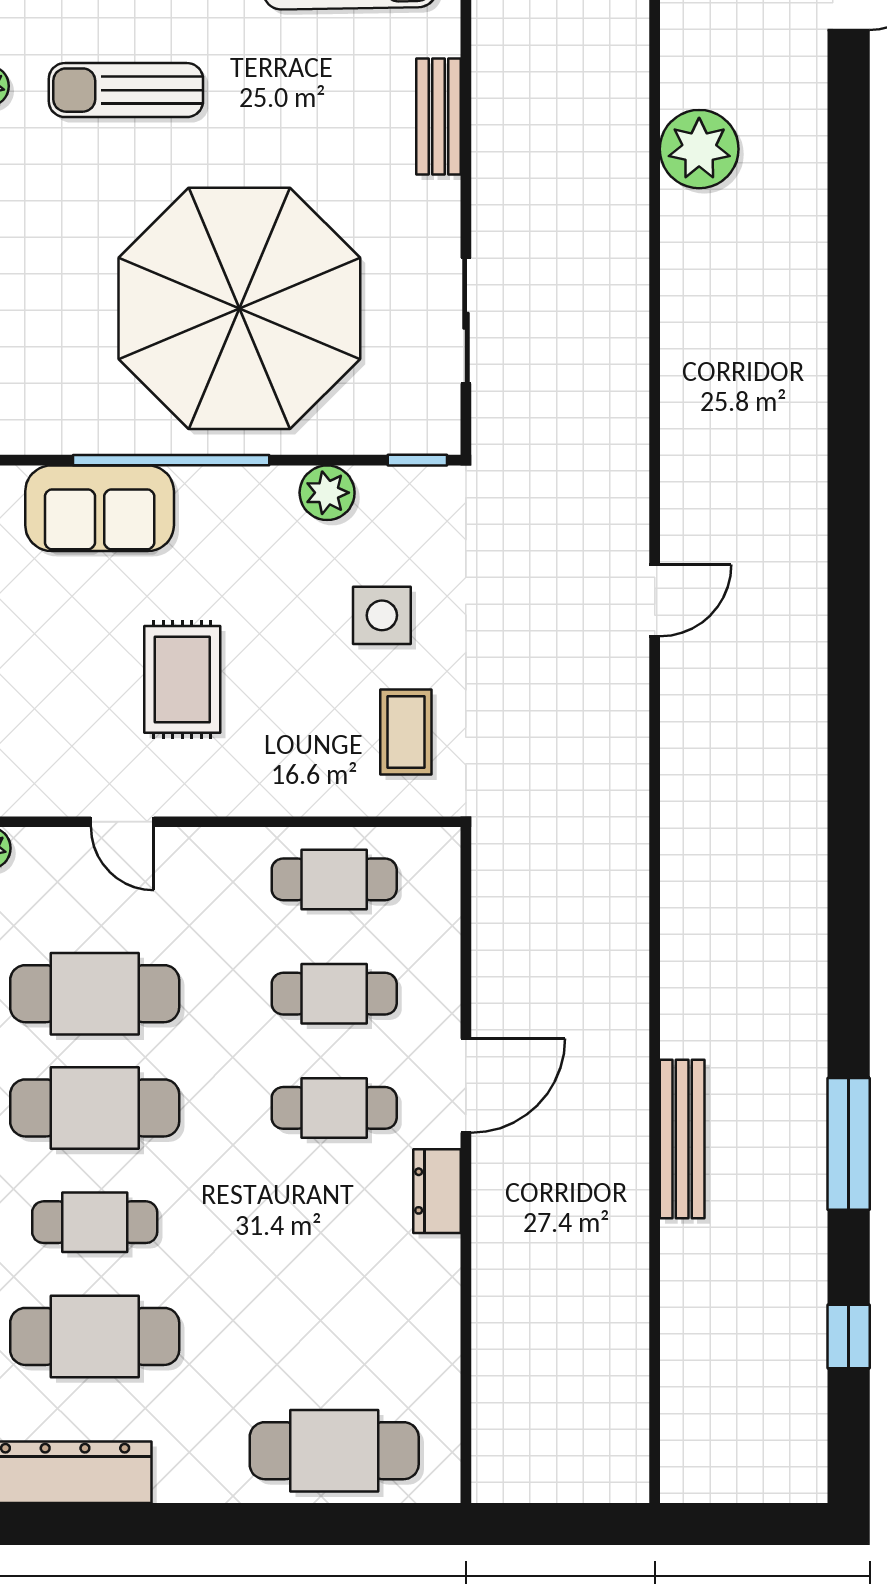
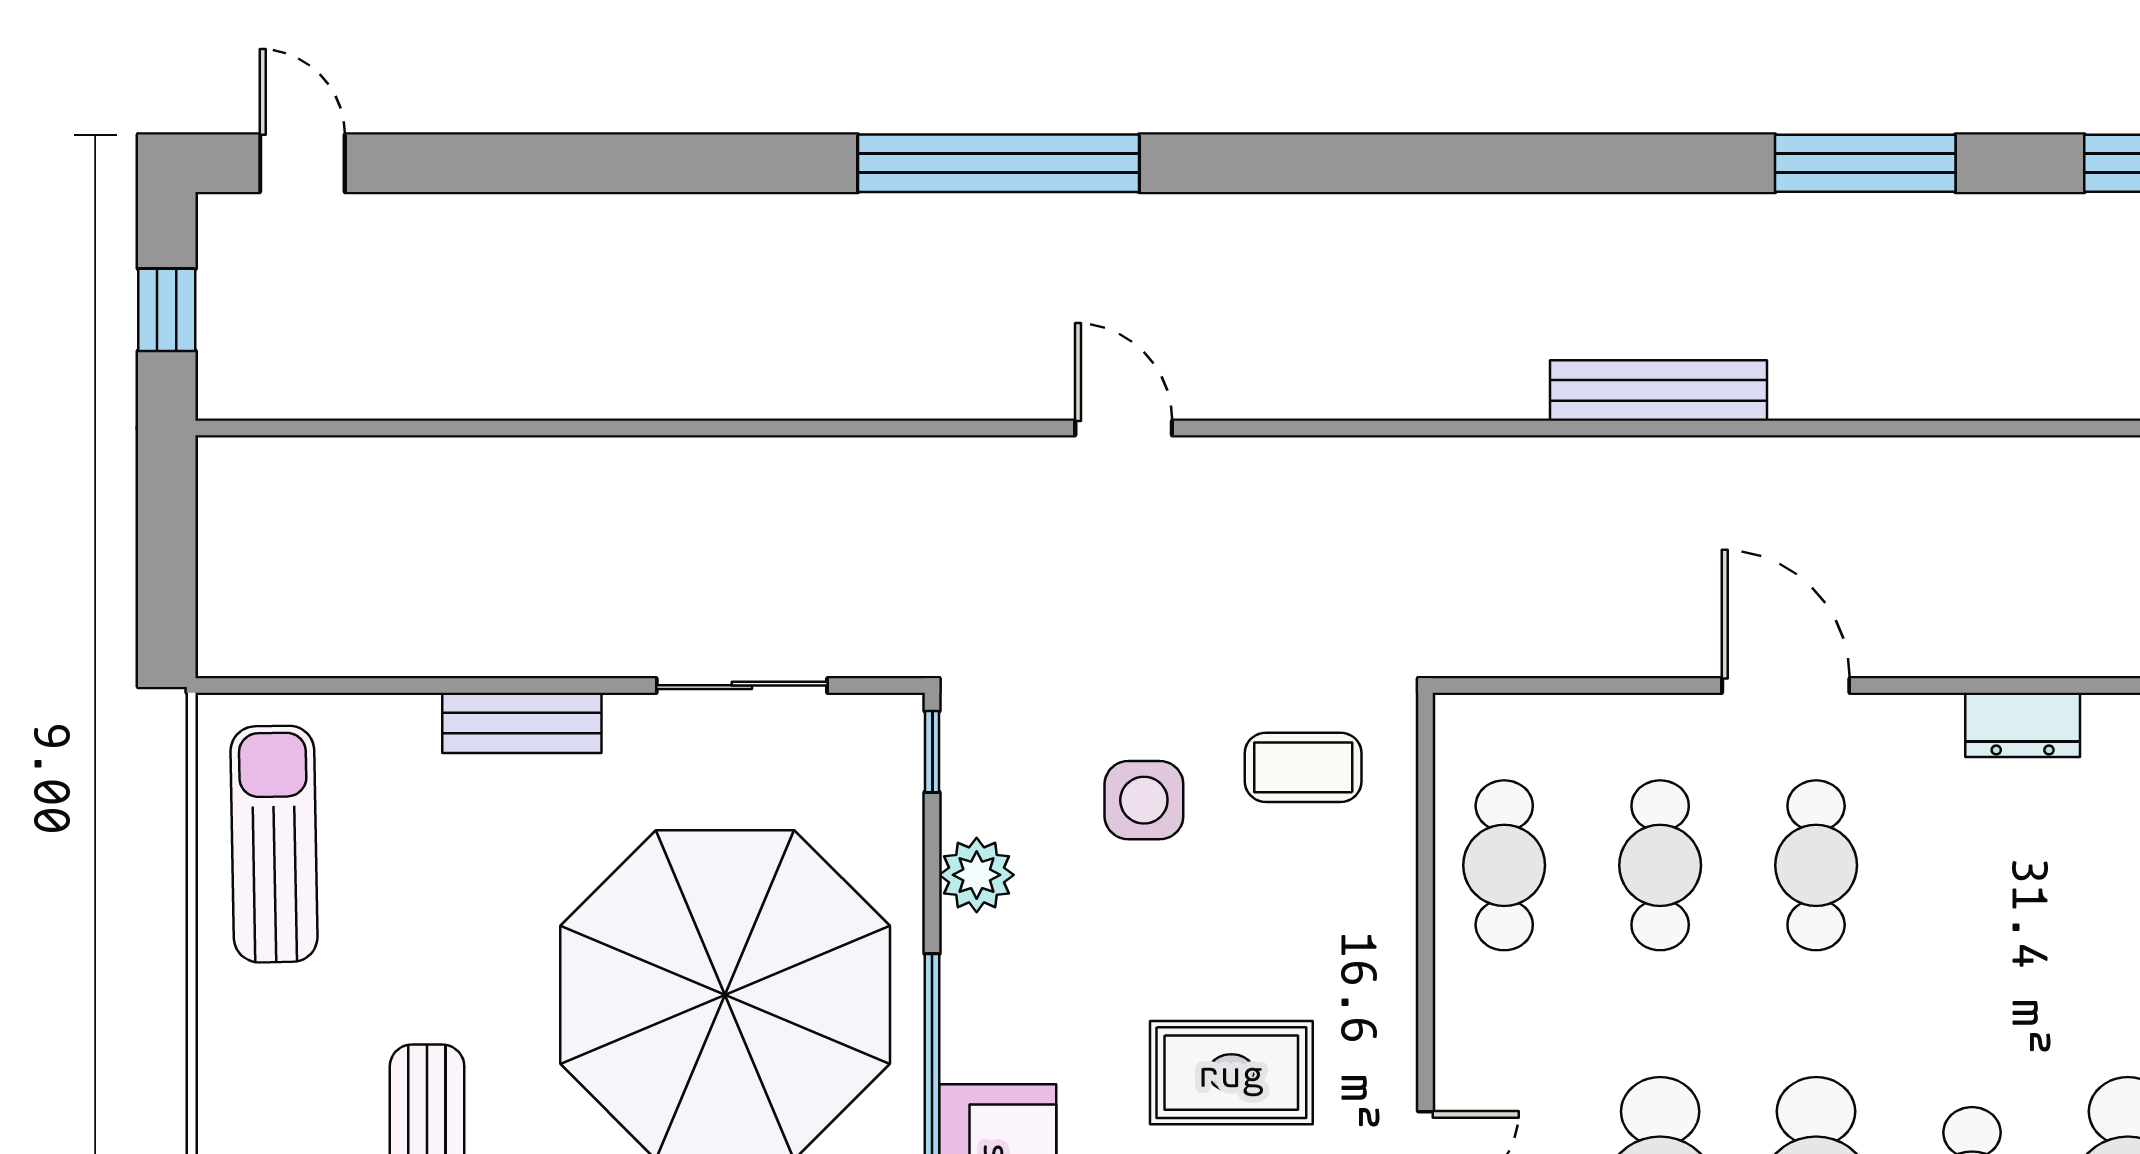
bench: (439, 116) -> (522, 723), moved
plant: (699, 149) -> (508, 367), removed
window: (849, 509) -> (999, 163), added
bench: (682, 1139) -> (1658, 390), moved
dresser: (437, 1191) -> (2023, 725), moved

